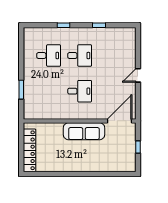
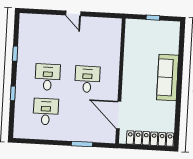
door: (120, 121) -> (119, 115), moved
sofa: (84, 131) -> (168, 78), moved, turned 180

